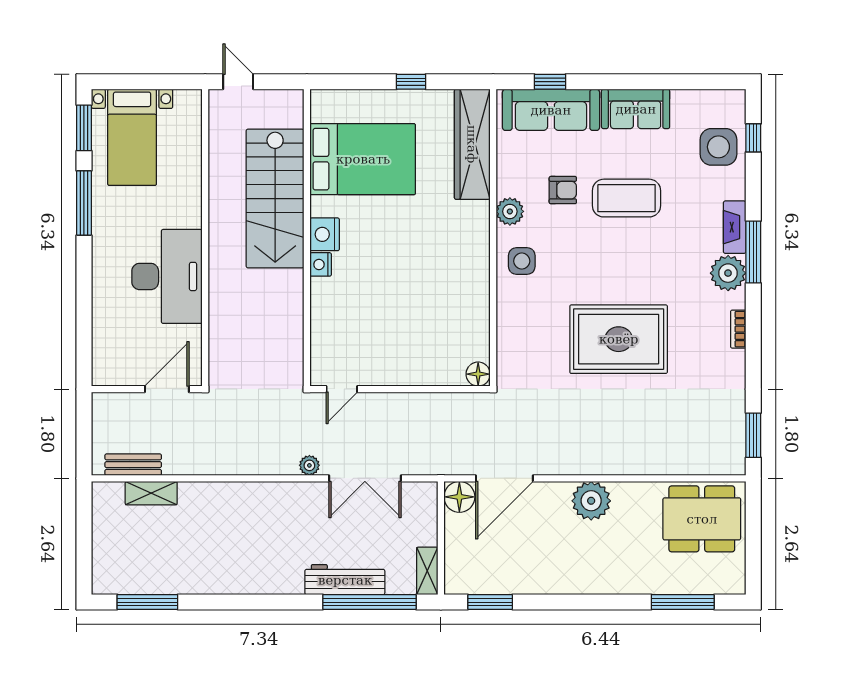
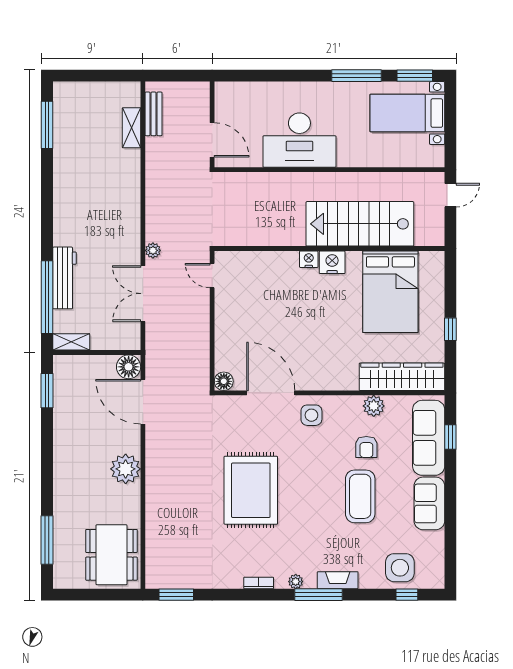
plant: (510, 211) -> (374, 406), moved
plant: (728, 273) -> (296, 582), width x0.53, depth x0.53
door: (493, 313) -> (271, 393), added

